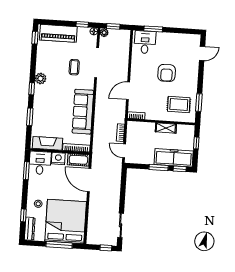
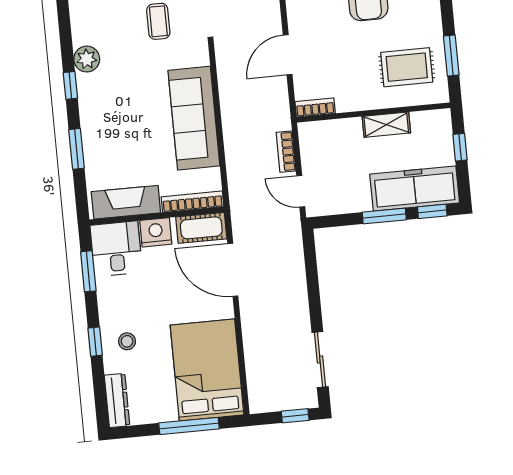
window: (23, 215) -> (95, 342), moved
bed: (66, 221) -> (207, 370), width x0.73

